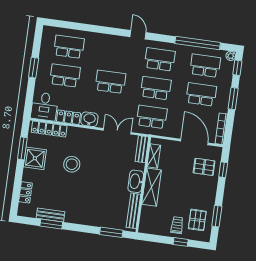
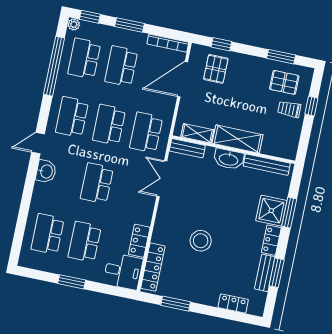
washbasin: (89, 119) -> (46, 171), moved, turned 180
shower: (35, 158) -> (271, 211), moved
locker: (76, 218) -> (271, 240), added
window: (111, 232) -> (289, 213), moved

